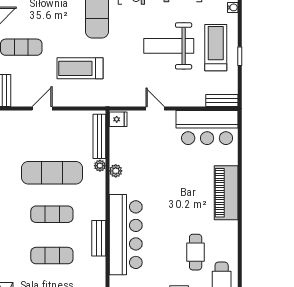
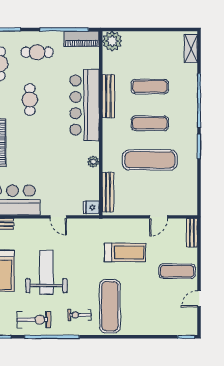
weight bench: (169, 46) -> (46, 272), turned -90
plant: (100, 166) -> (107, 166), removed
bench: (99, 238) -> (108, 96), width x1.36
cafe table: (196, 252) -> (30, 100), moved

